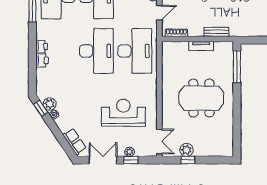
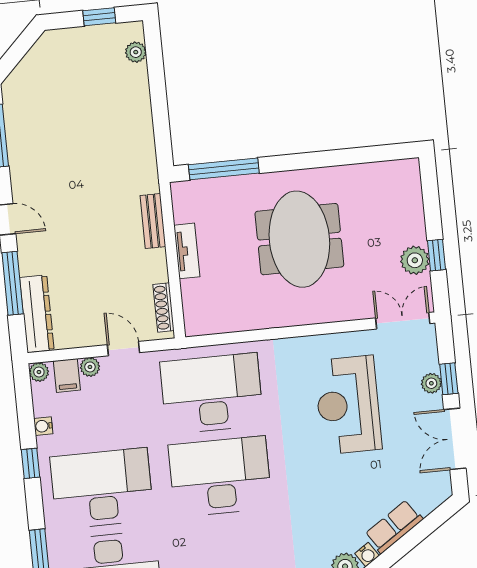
row of seats: (75, 142) -> (394, 527), moved

